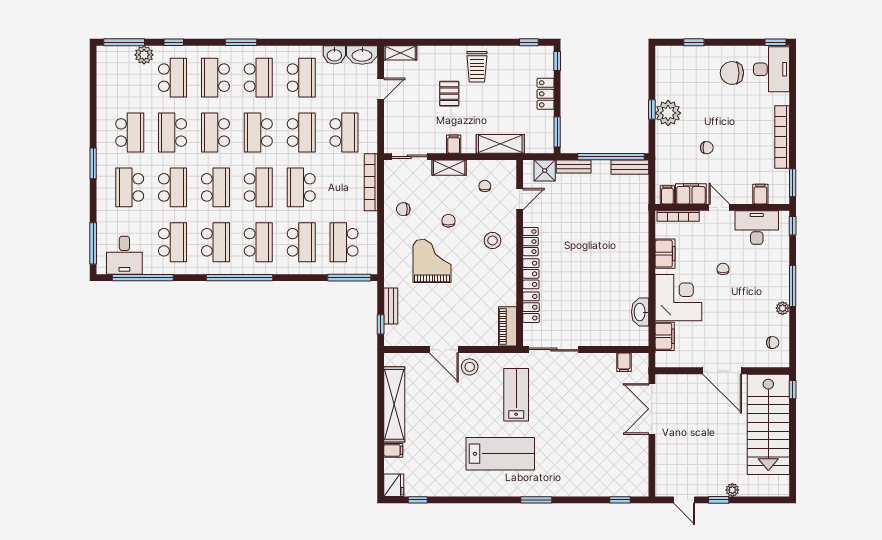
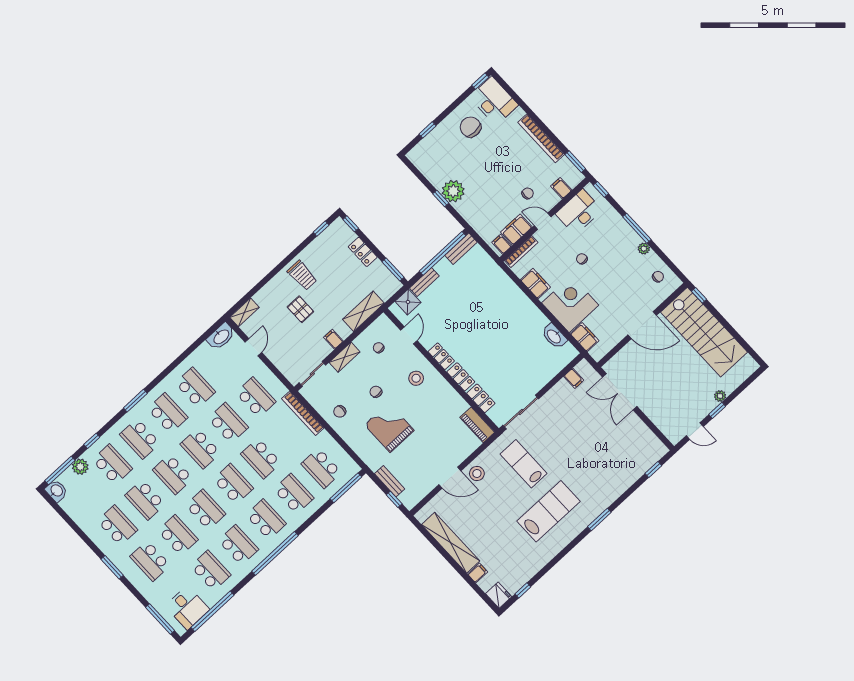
washbasin: (334, 55) -> (56, 491), moved, turned -90
chair: (732, 73) -> (470, 127), turned 90
chair: (707, 148) -> (528, 193), moved

